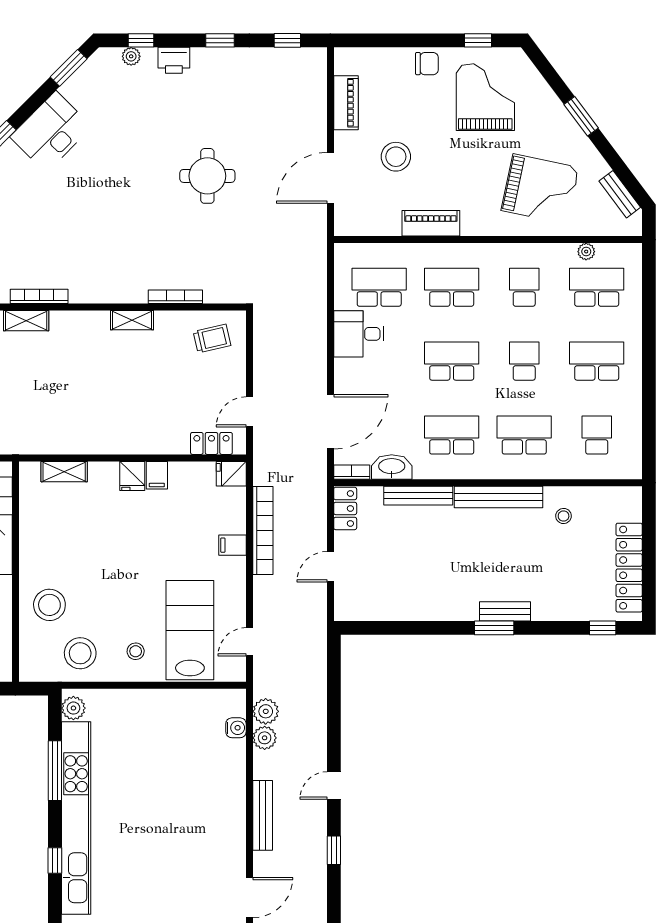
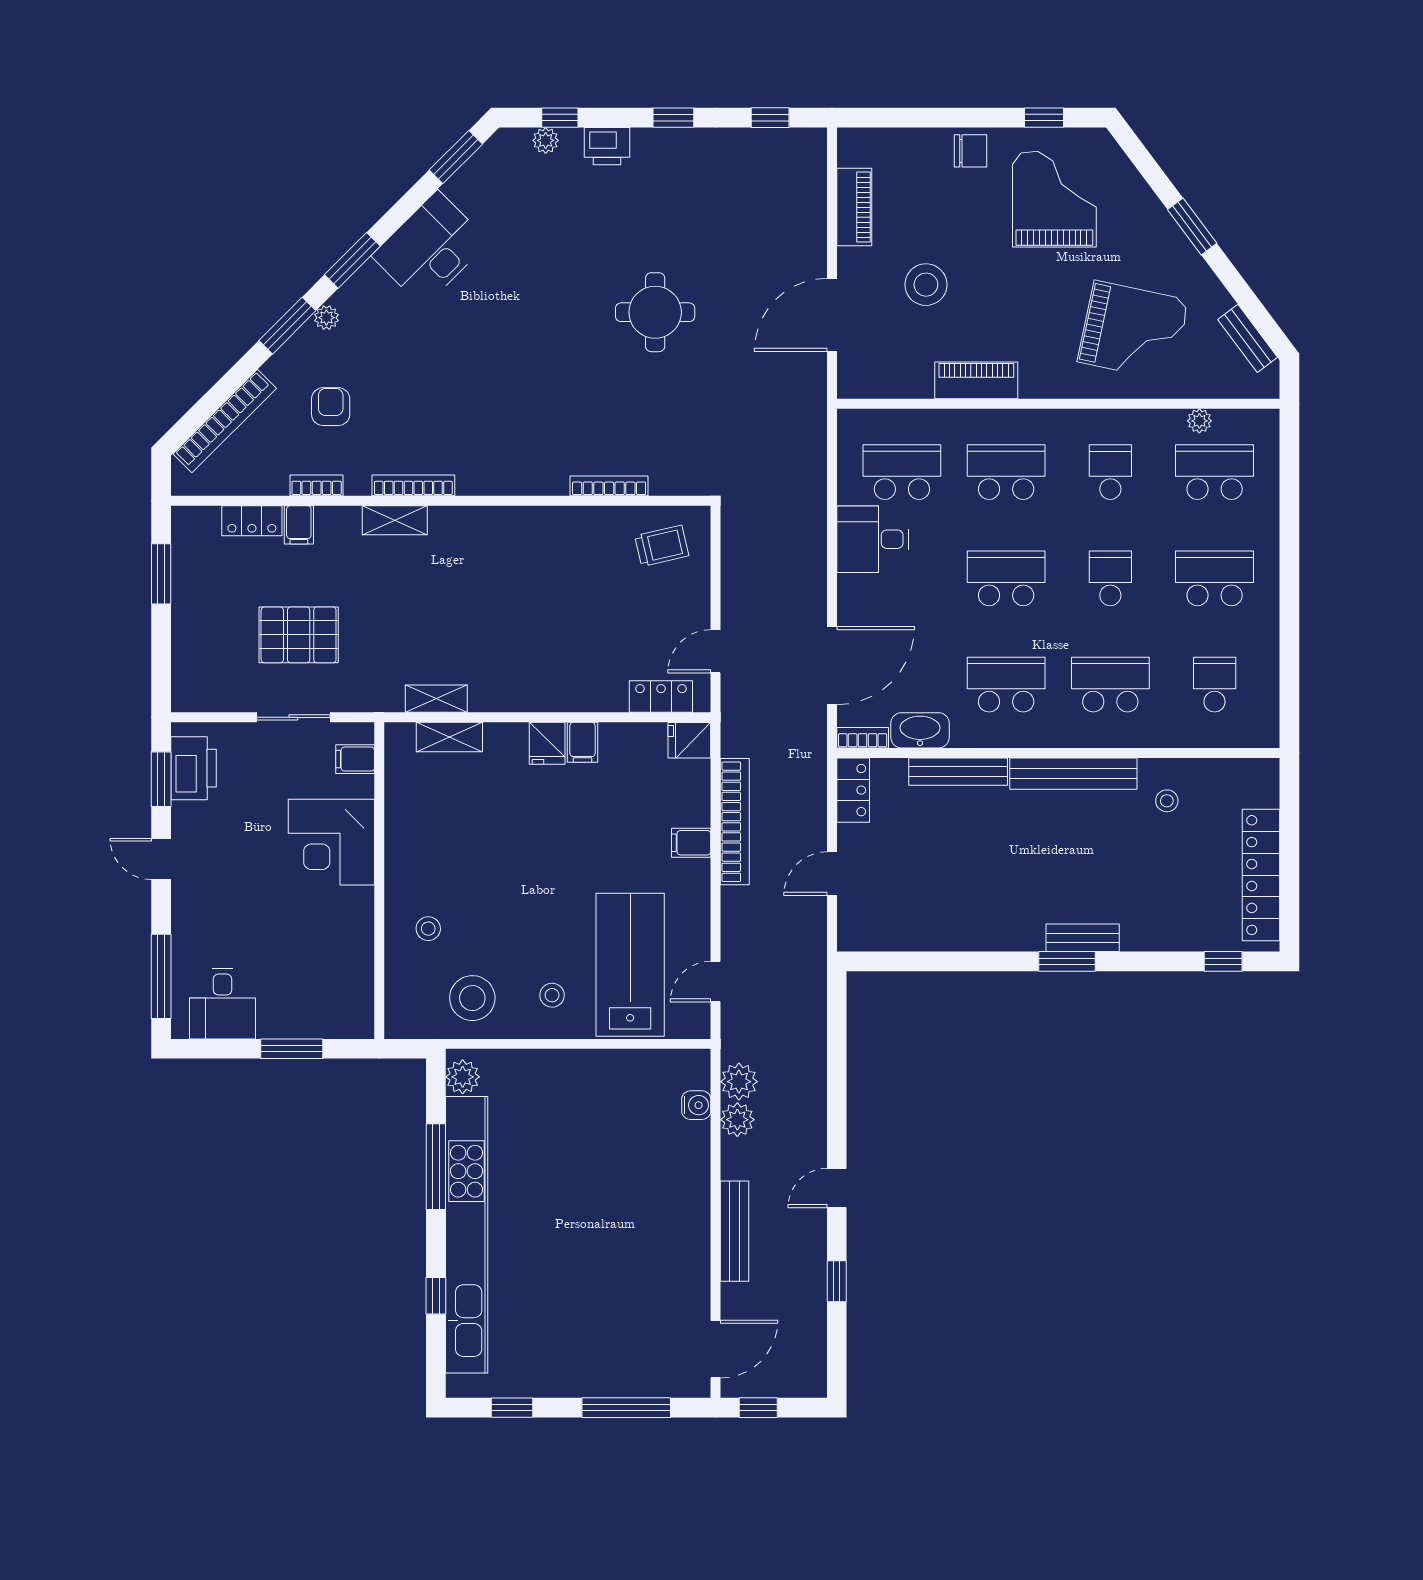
shelving: (132, 320) -> (436, 699), moved
stool: (49, 605) -> (428, 929), width x0.53, depth x0.53

